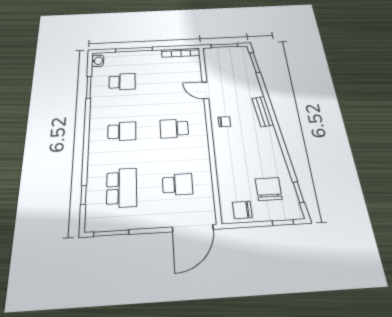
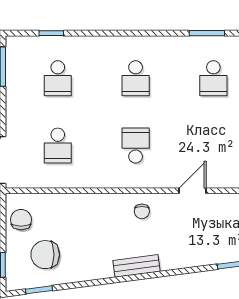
bench: (263, 112) -> (136, 266), moved
school desk: (122, 188) -> (58, 78), width x0.54
chair: (269, 189) -> (45, 255), turned 180

